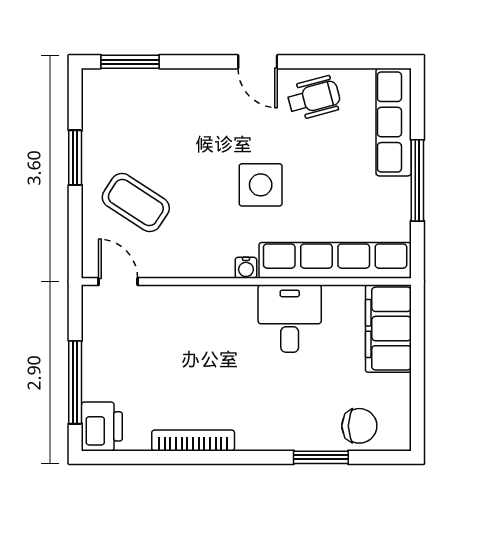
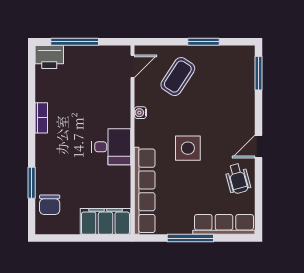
water cooler: (246, 268) -> (140, 113), moved
desk: (290, 319) -> (111, 147), moved
bookcase: (193, 440) -> (41, 118), width x0.64

